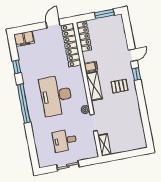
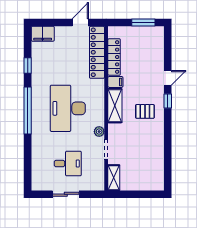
locker: (84, 36) -> (114, 57), moved
desk: (65, 140) -> (68, 164), turned 180

